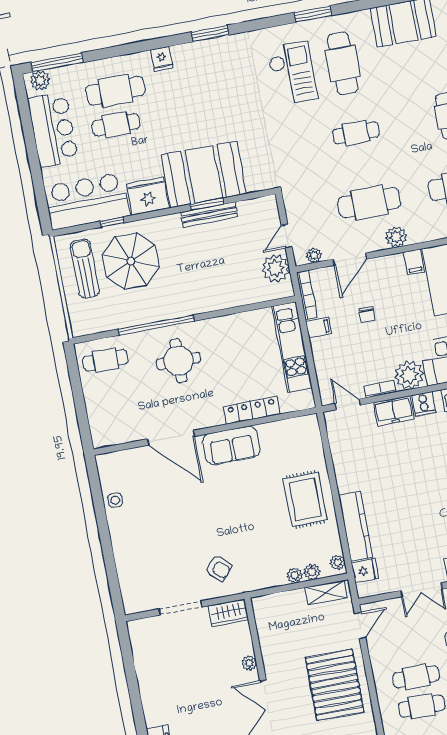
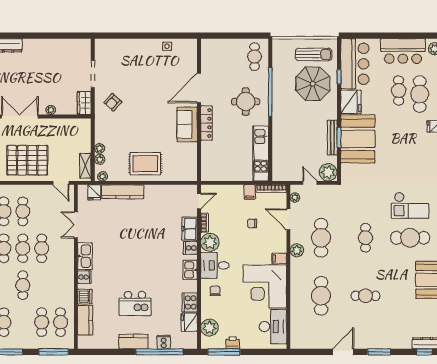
plant: (276, 268) -> (328, 172), moved
kitchen unit: (292, 347) -> (261, 154), moved, turned -90
locker: (252, 410) -> (207, 123), moved

